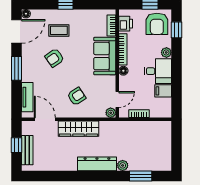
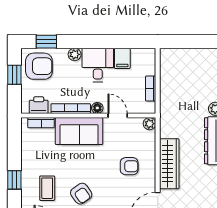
armchair: (77, 96) -> (129, 166), turned 123
door: (117, 100) -> (118, 116), moved

